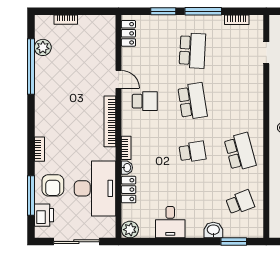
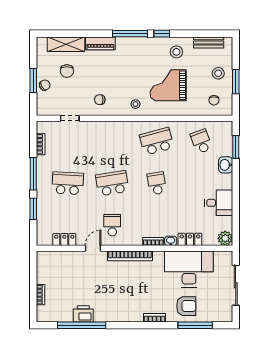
locker: (128, 33) -> (64, 240), moved
plant: (43, 47) -> (65, 315), removed
printer: (44, 215) -> (83, 314), moved

